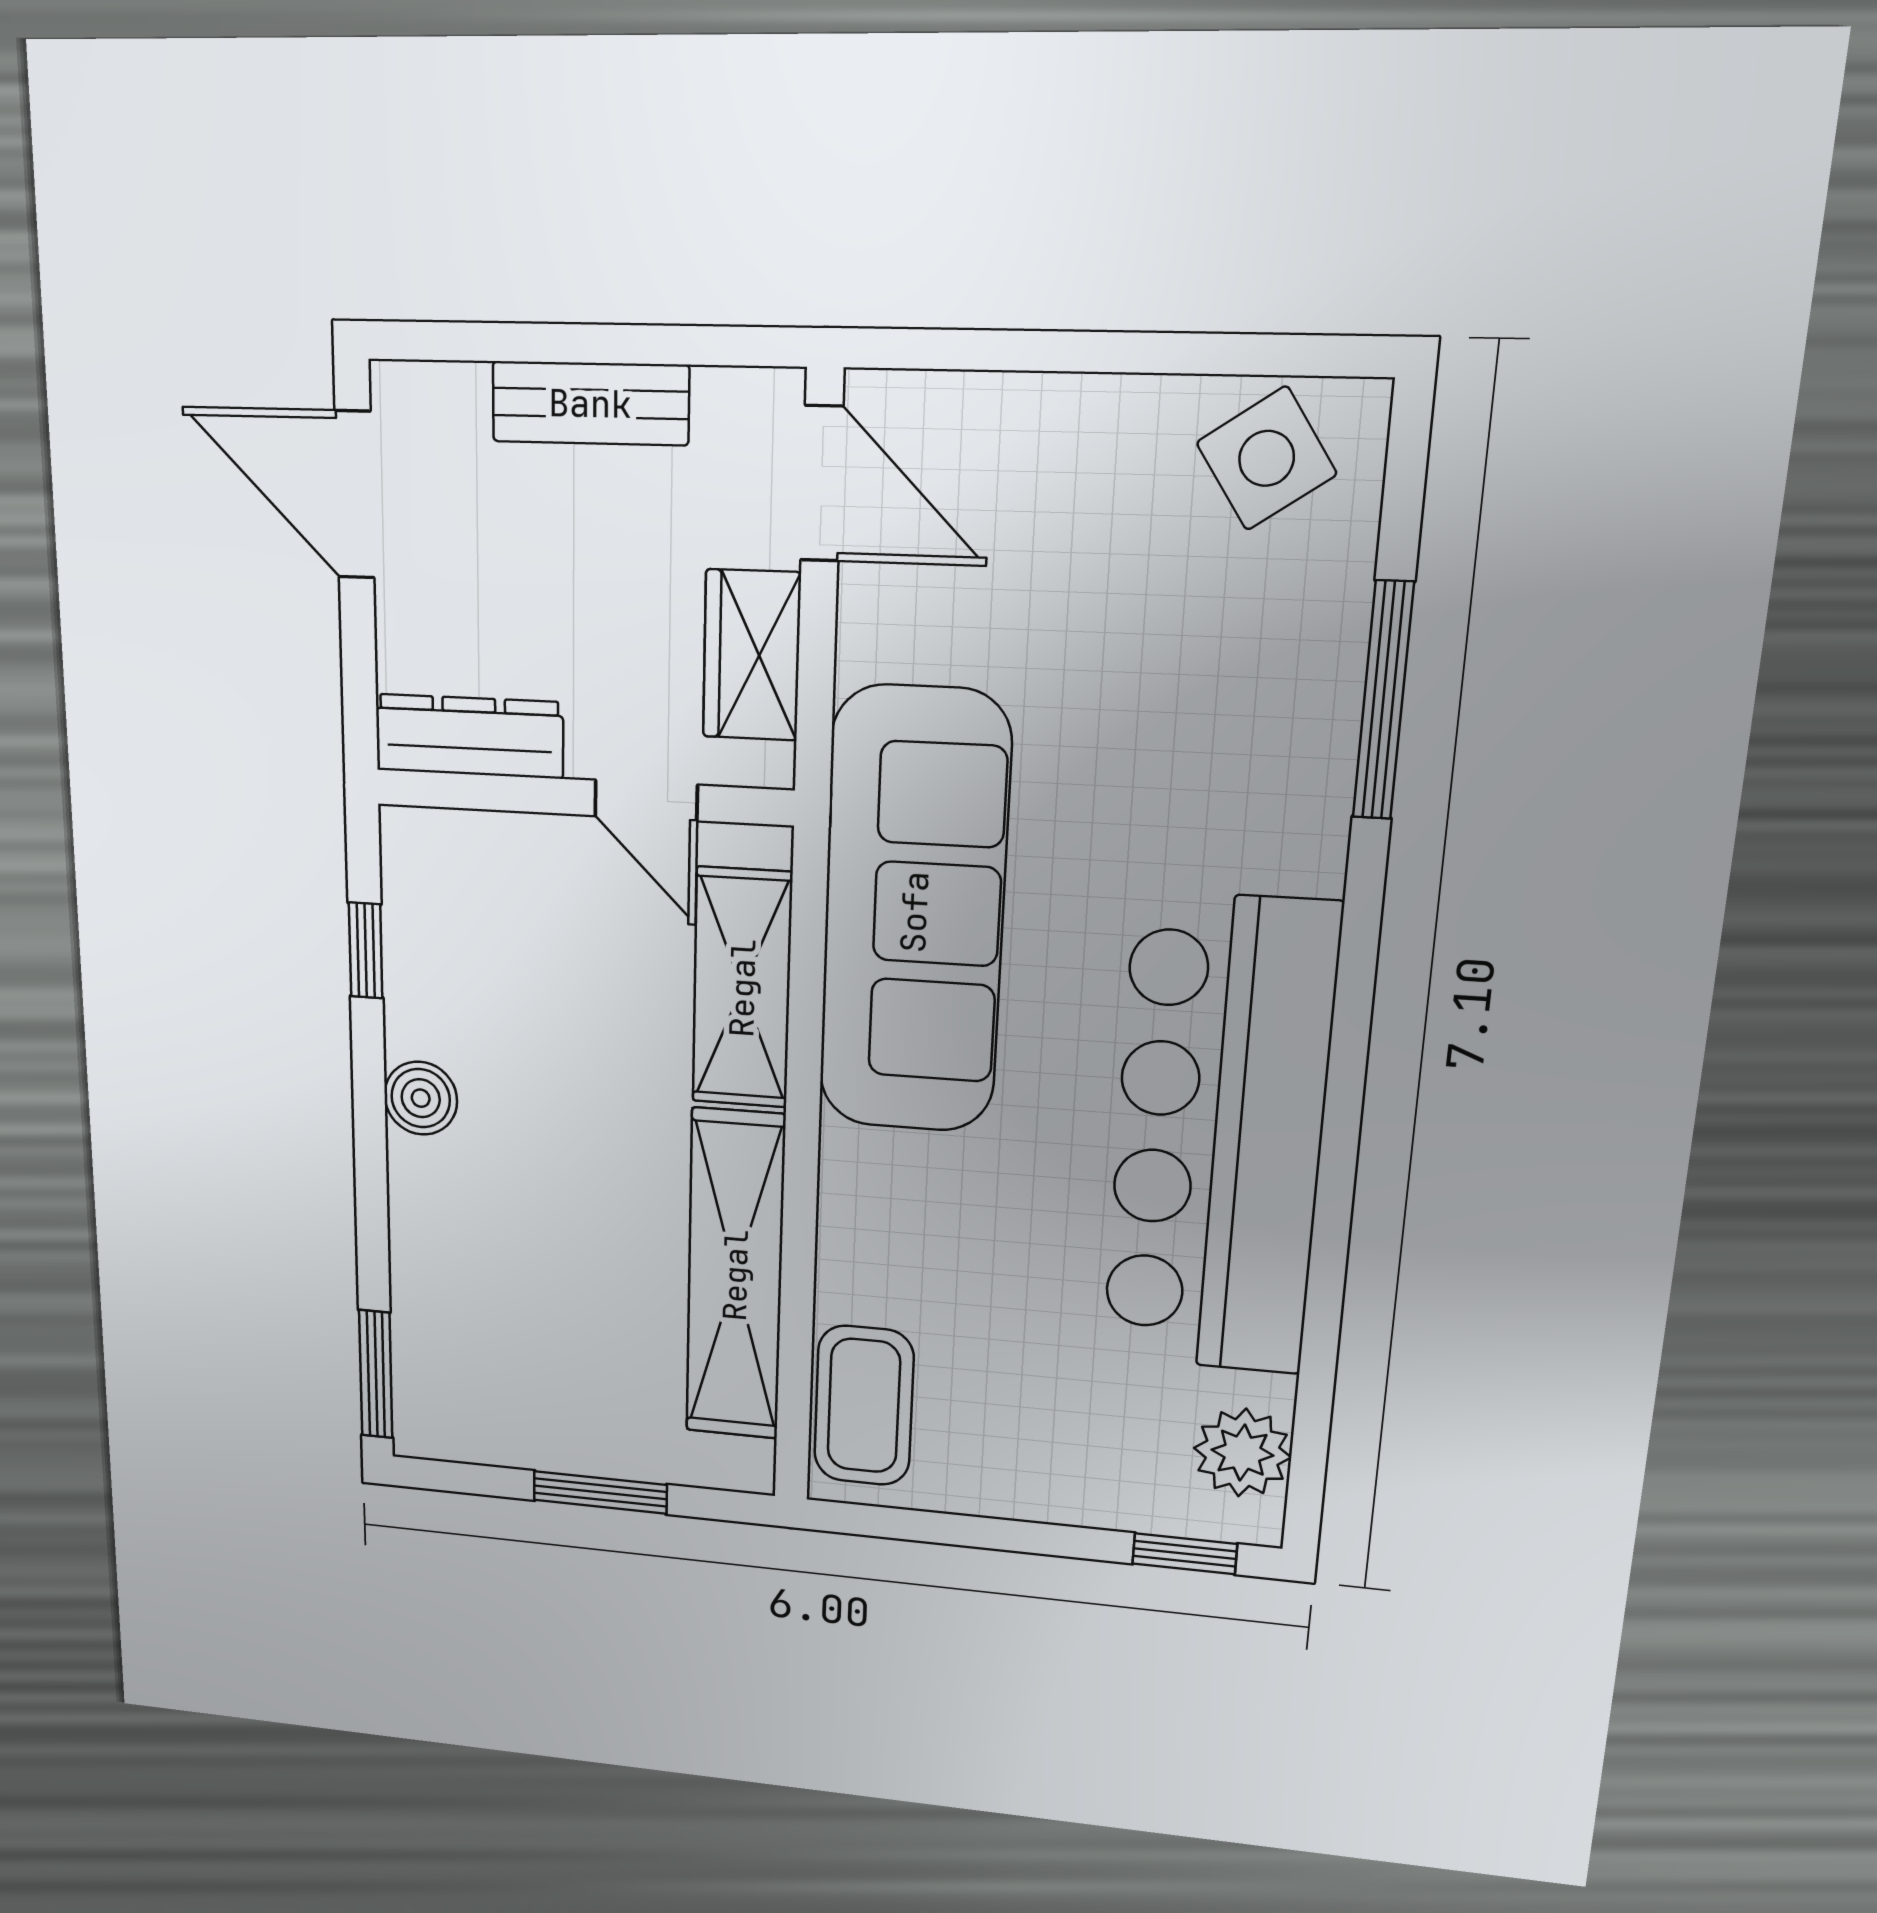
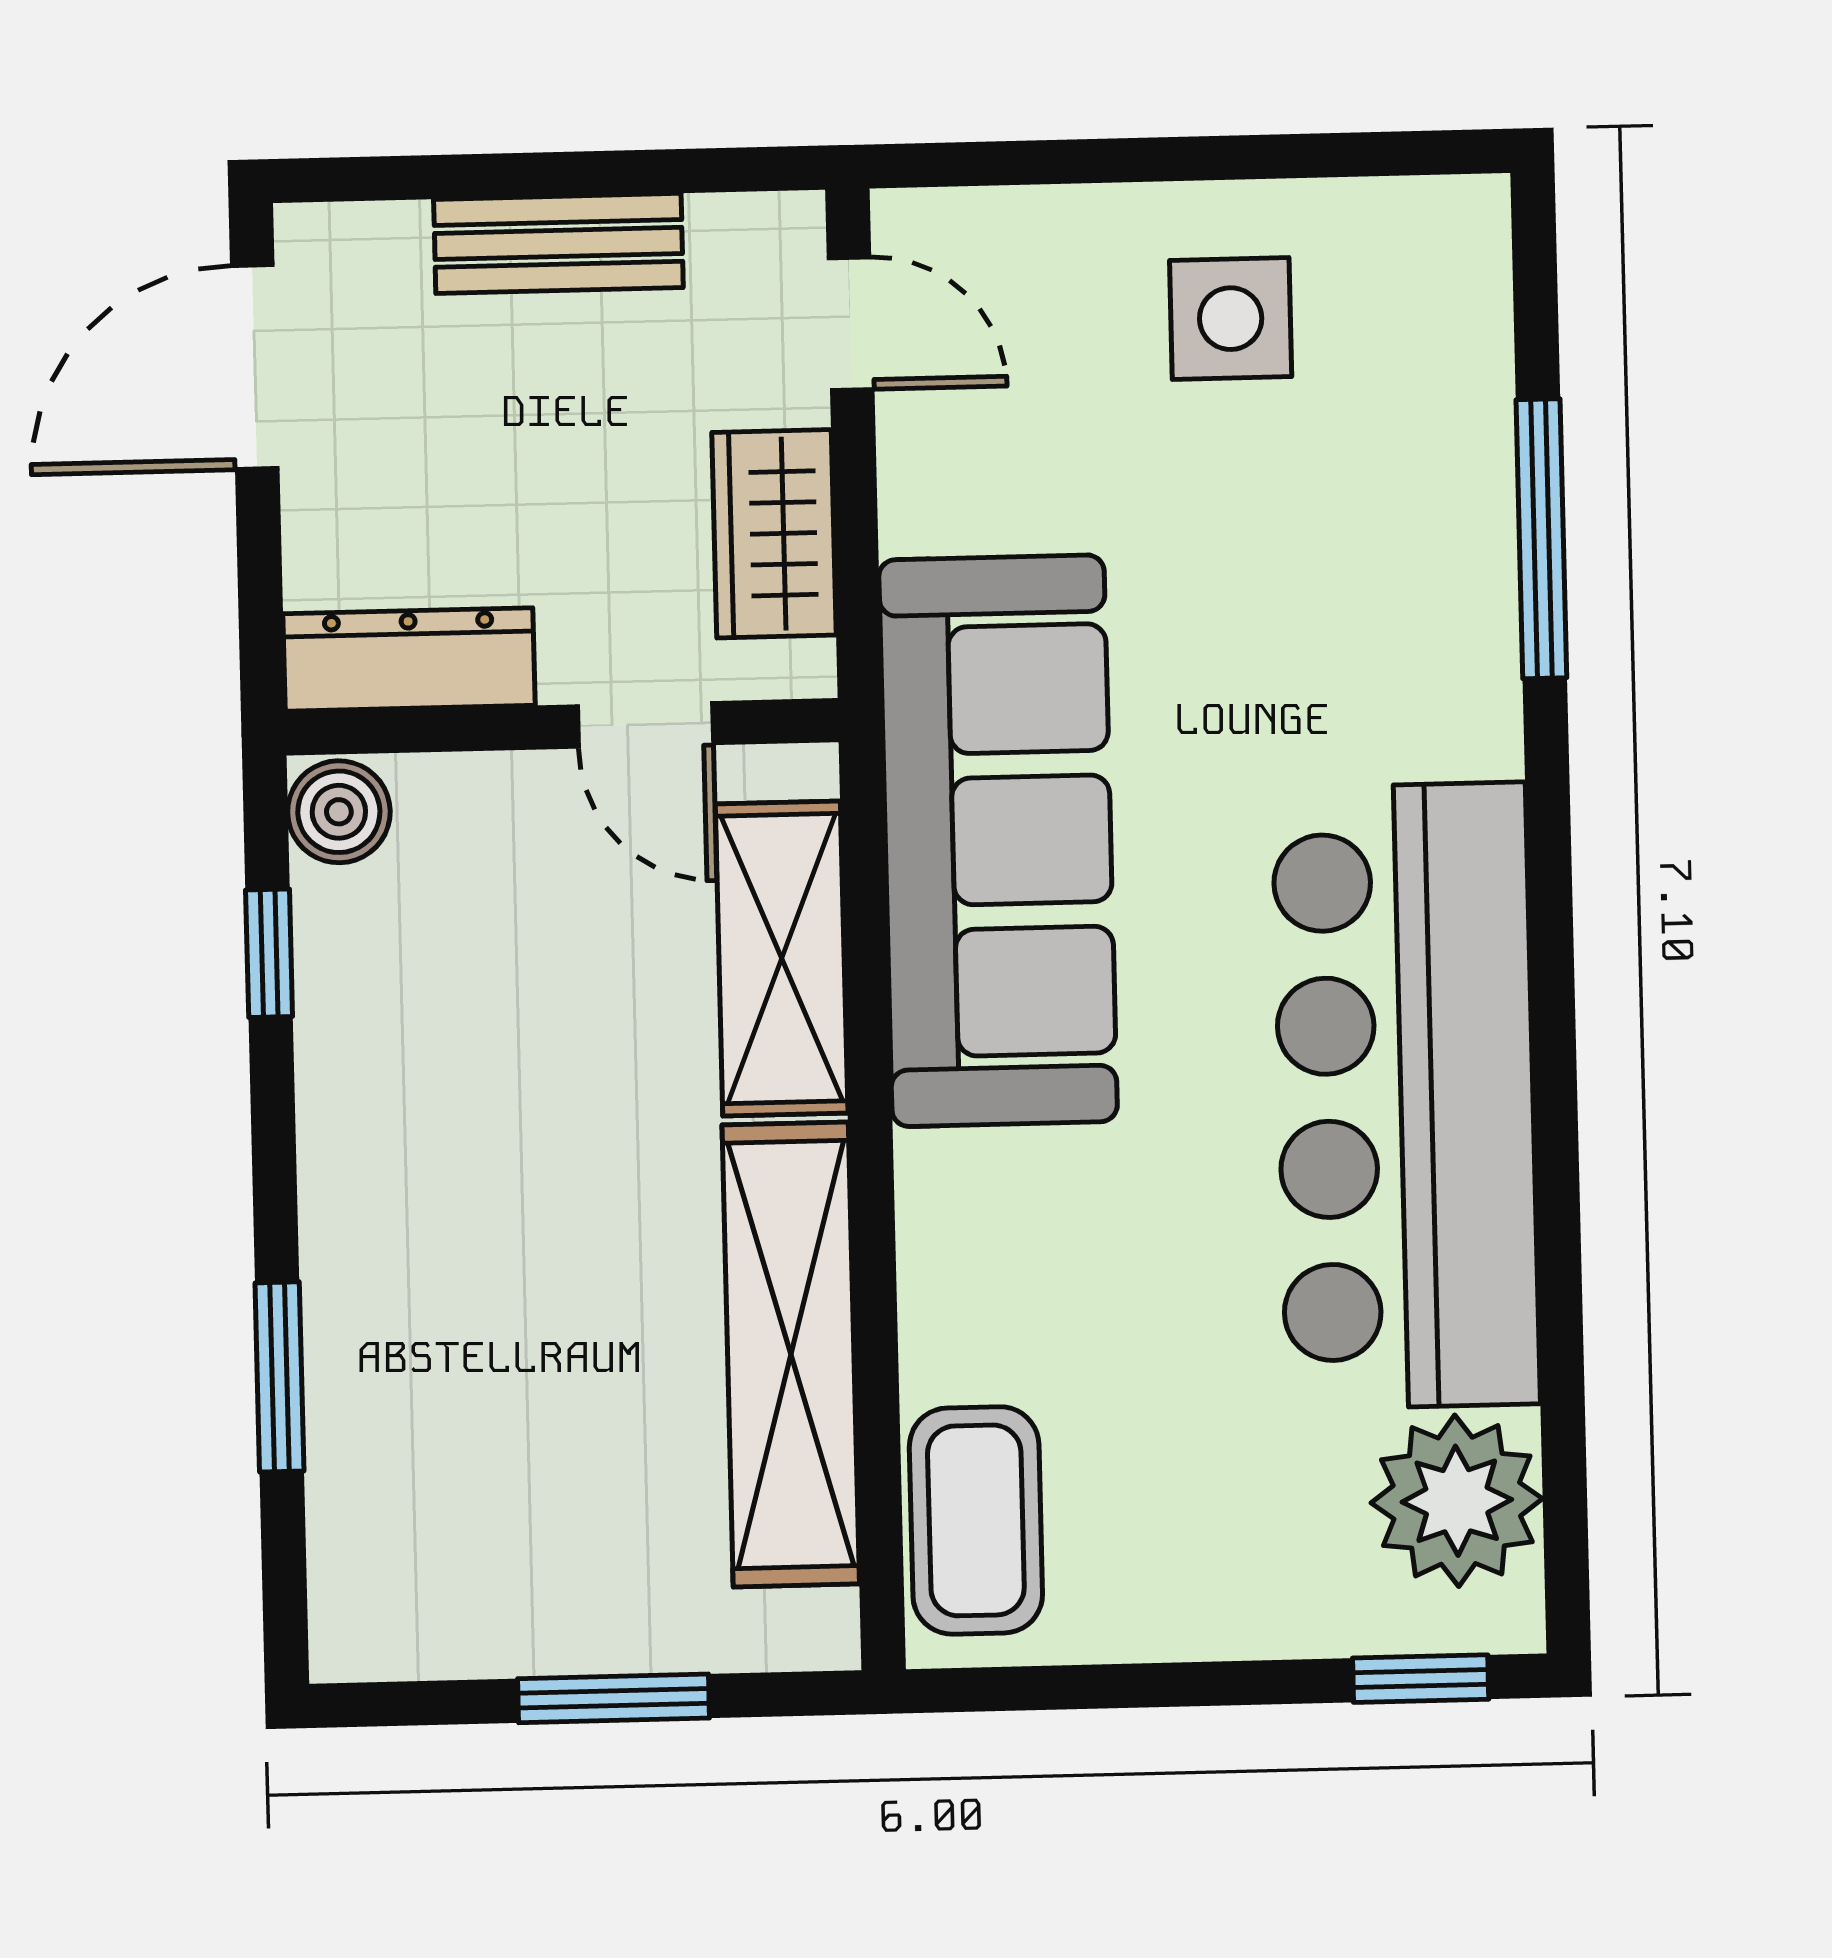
side table: (1267, 458) -> (1231, 319), moved, turned 34
door: (822, 484) -> (851, 324), width x0.73
door: (355, 495) -> (255, 367), hinge flipped
boiler: (421, 1098) -> (339, 812), moved
window: (376, 1374) -> (279, 1377), moved
plant: (1242, 1453) -> (1457, 1501), width x1.36, depth x1.36

